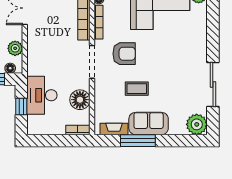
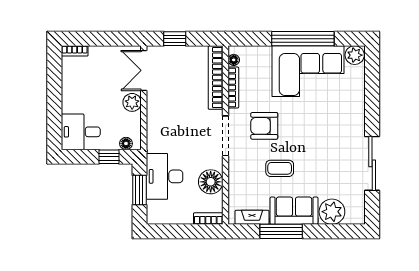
plant: (15, 48) -> (132, 102), moved
armchair: (124, 54) -> (264, 126), turned 180
window: (21, 106) -> (139, 190), width x1.50
plant: (197, 124) -> (332, 212), moved

